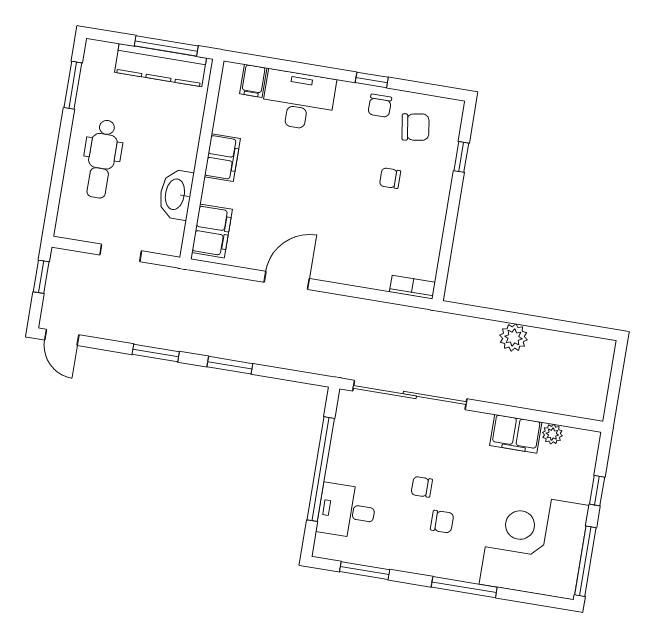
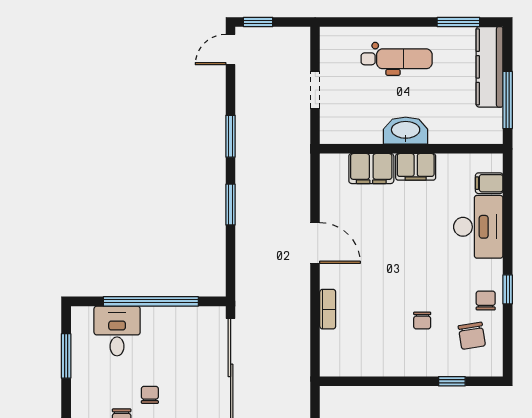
kitchen counter: (160, 65) -> (490, 67), moved
chair: (380, 106) -> (486, 301), turned 90
dental chair: (102, 159) -> (397, 59), turned 180
chair: (390, 178) -> (422, 320), turned 180
washbasin: (176, 194) -> (406, 131), moved
filing cabinet: (212, 231) -> (371, 169), moved
window: (41, 277) -> (258, 22), moved
bookcase: (412, 287) -> (328, 309), moved

